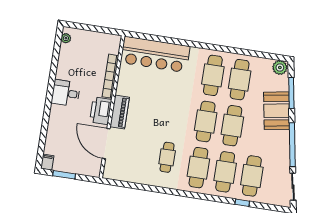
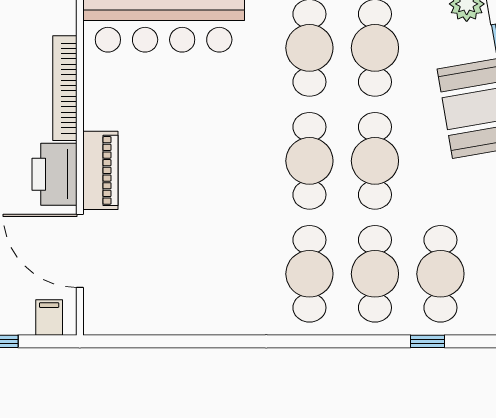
cafe table: (167, 157) -> (231, 261), removed
filing cabinet: (89, 169) -> (49, 318), added

